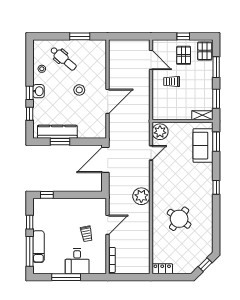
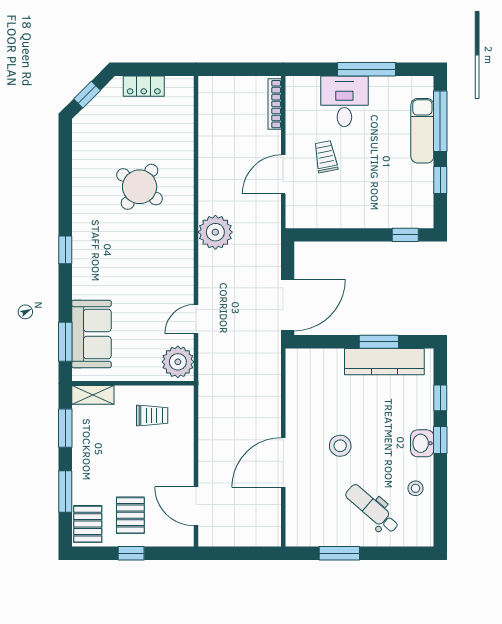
trolley: (172, 82) -> (152, 415), moved
door: (108, 101) -> (283, 462), moved
locker: (162, 269) -> (144, 86), moved

